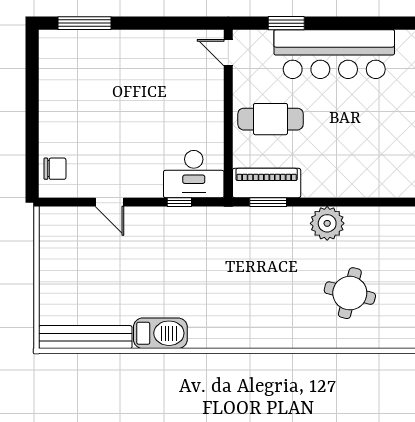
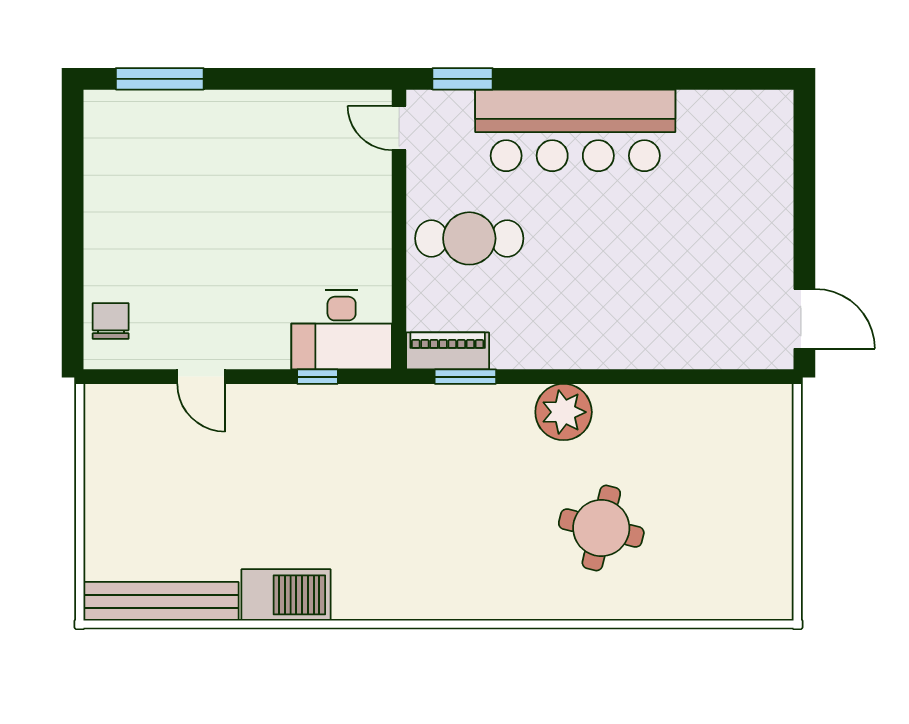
window: (286, 23) -> (463, 79), moved
chair: (55, 169) -> (111, 321), turned -90
piano: (267, 183) -> (448, 351), width x0.73, depth x0.75

